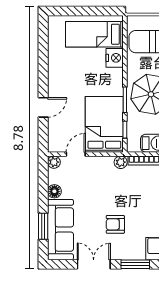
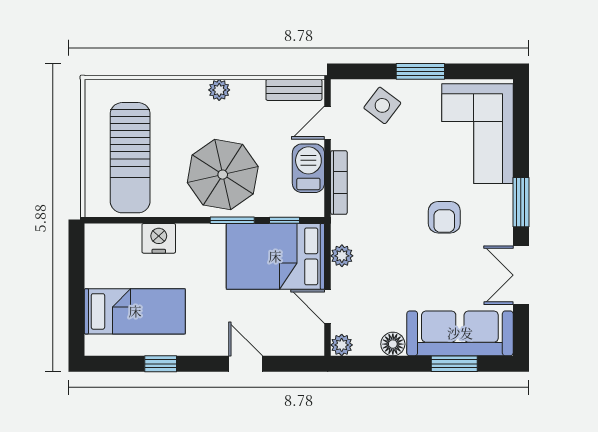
bed: (94, 34) -> (135, 311), moved, turned -90
window: (43, 59) -> (161, 364), added
plant: (121, 162) -> (342, 256), moved
armchair: (115, 224) -> (444, 217), moved

